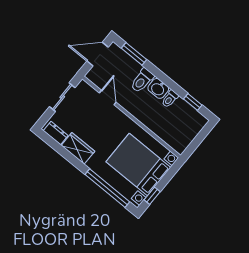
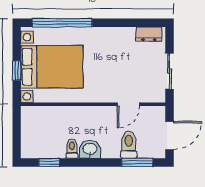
toilet: (142, 80) -> (129, 145), moved
door: (108, 98) -> (128, 104), hinge flipped
wardrobe: (78, 148) -> (118, 37), removed
window: (152, 196) -> (17, 71), moved

